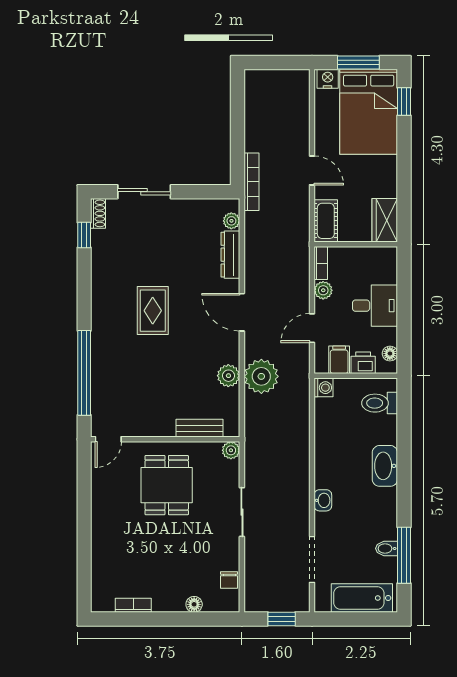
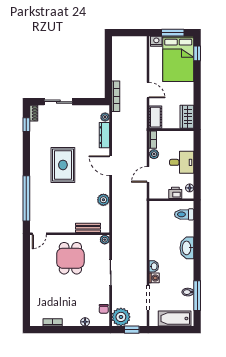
rug: (153, 311) -> (63, 165), width x1.36, depth x1.43
filing cabinet: (339, 360) -> (163, 191), removed
plant: (261, 376) -> (121, 317), moved
washing machine: (324, 388) -> (154, 278), moved

